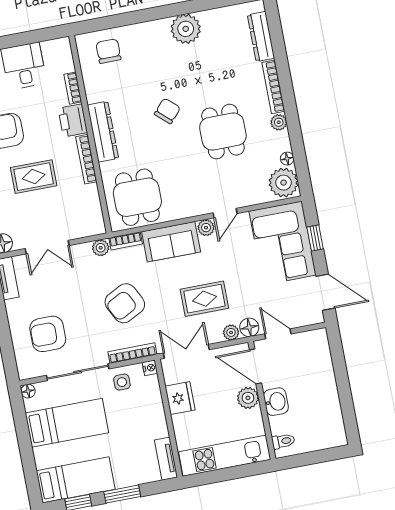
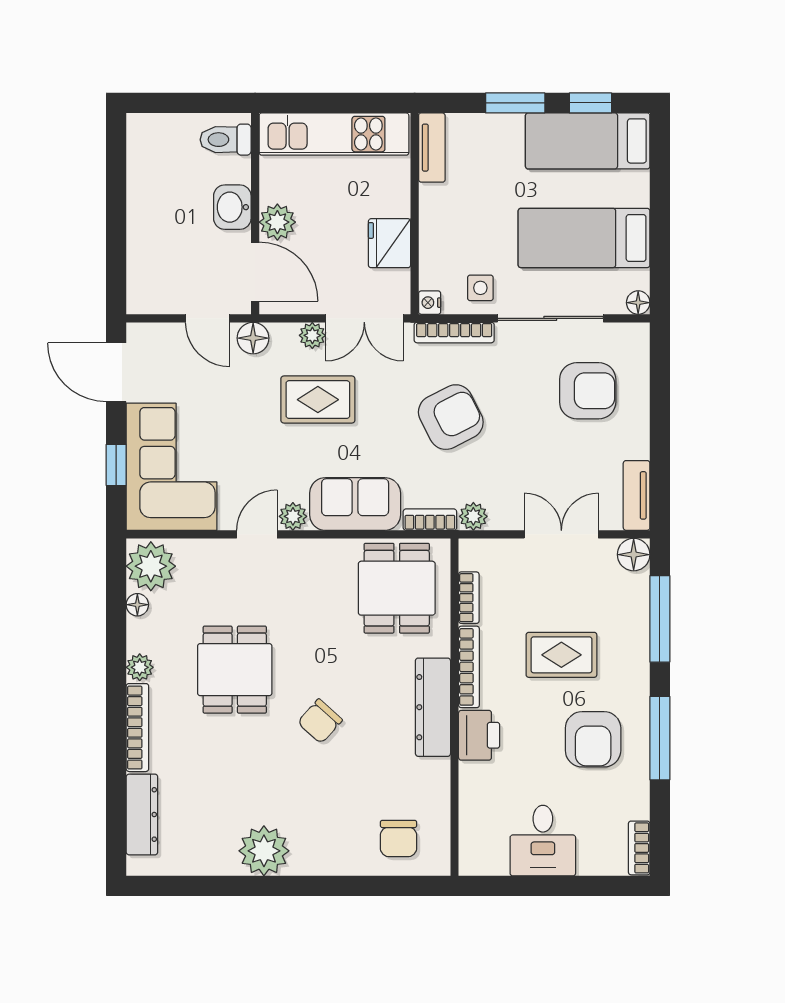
bookcase: (73, 88) -> (469, 598), moved
plant: (231, 332) -> (312, 335), moved
toilet: (283, 441) -> (226, 140), width x1.37, depth x1.39

